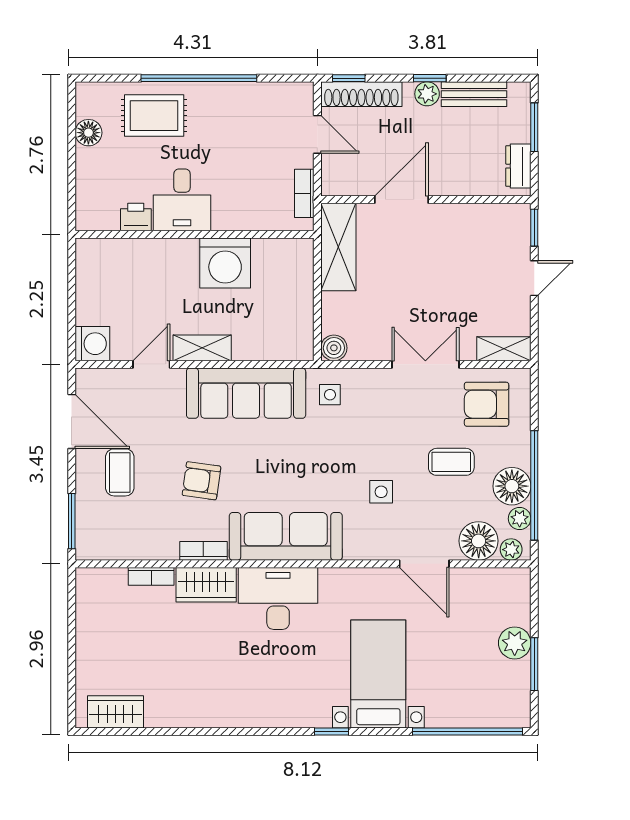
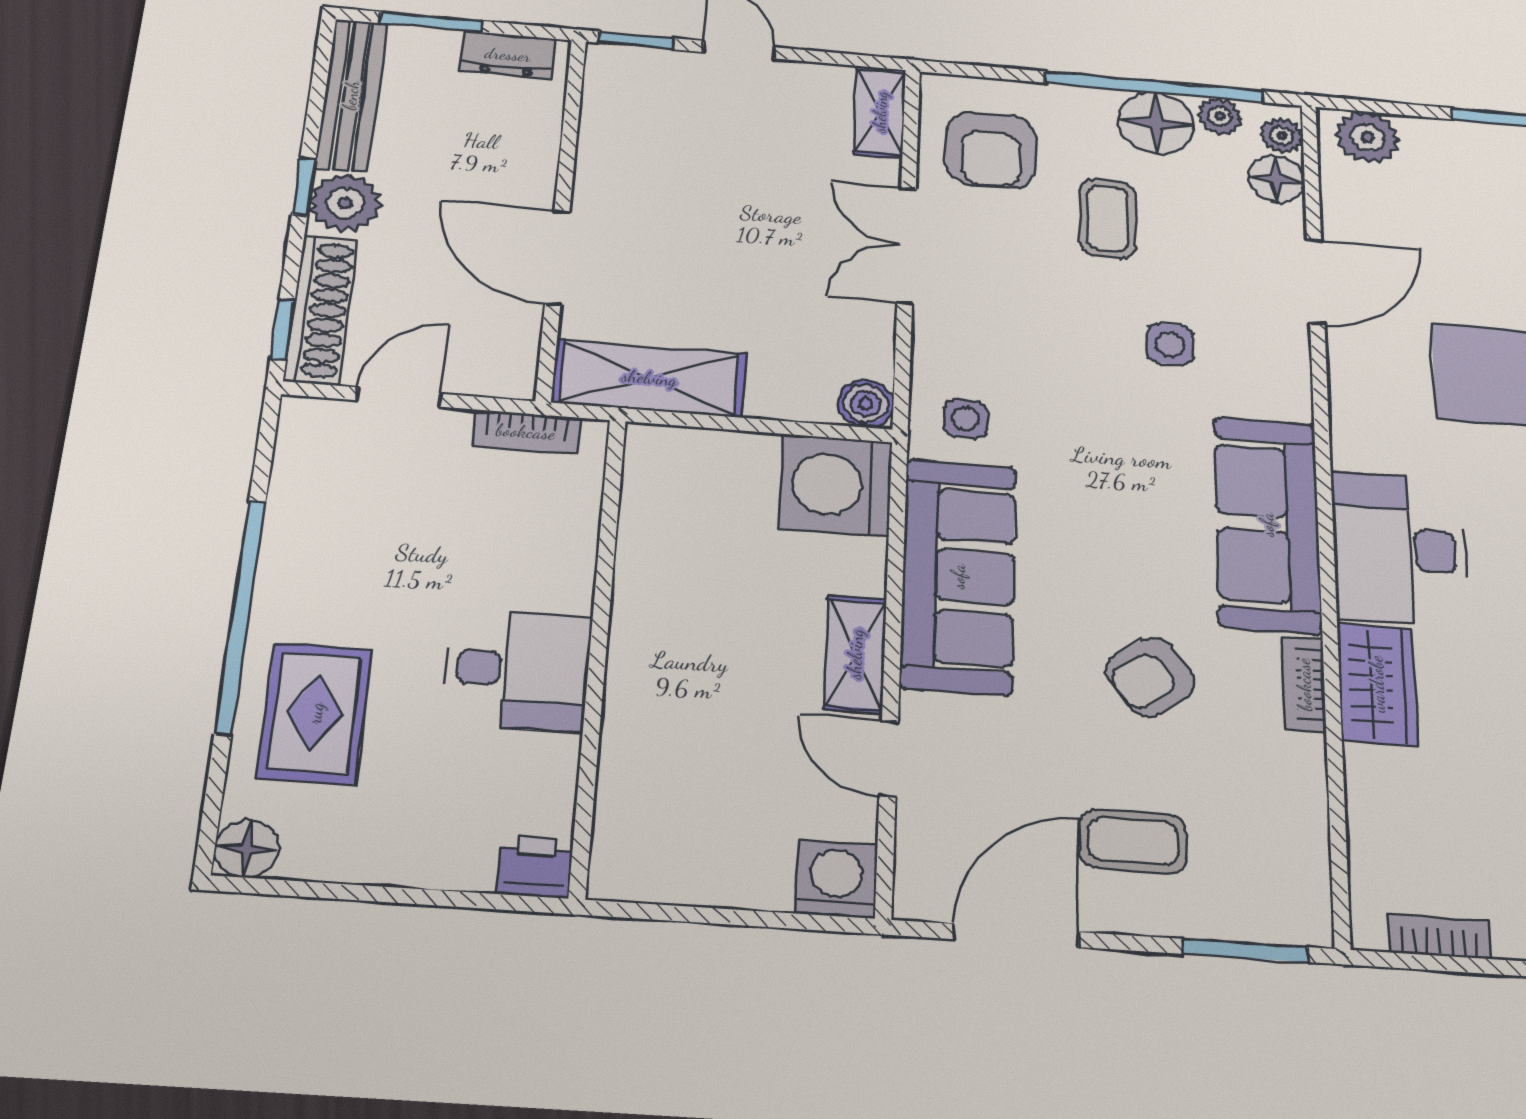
plant: (427, 94) -> (345, 203), width x1.38, depth x1.38
bench: (474, 94) -> (351, 95), width x1.36
floor lamp: (88, 133) -> (247, 849), moved
printer: (136, 217) -> (535, 866), moved, turned 90
washing machine: (225, 263) -> (836, 485), moved, turned 180
armchair: (201, 481) -> (1150, 677), turned 46
floor lamp: (479, 541) -> (1277, 179), width x0.73, depth x0.73
bookcase: (151, 576) -> (1439, 936), moved, turned -90
plant: (515, 643) -> (1368, 137), moved

